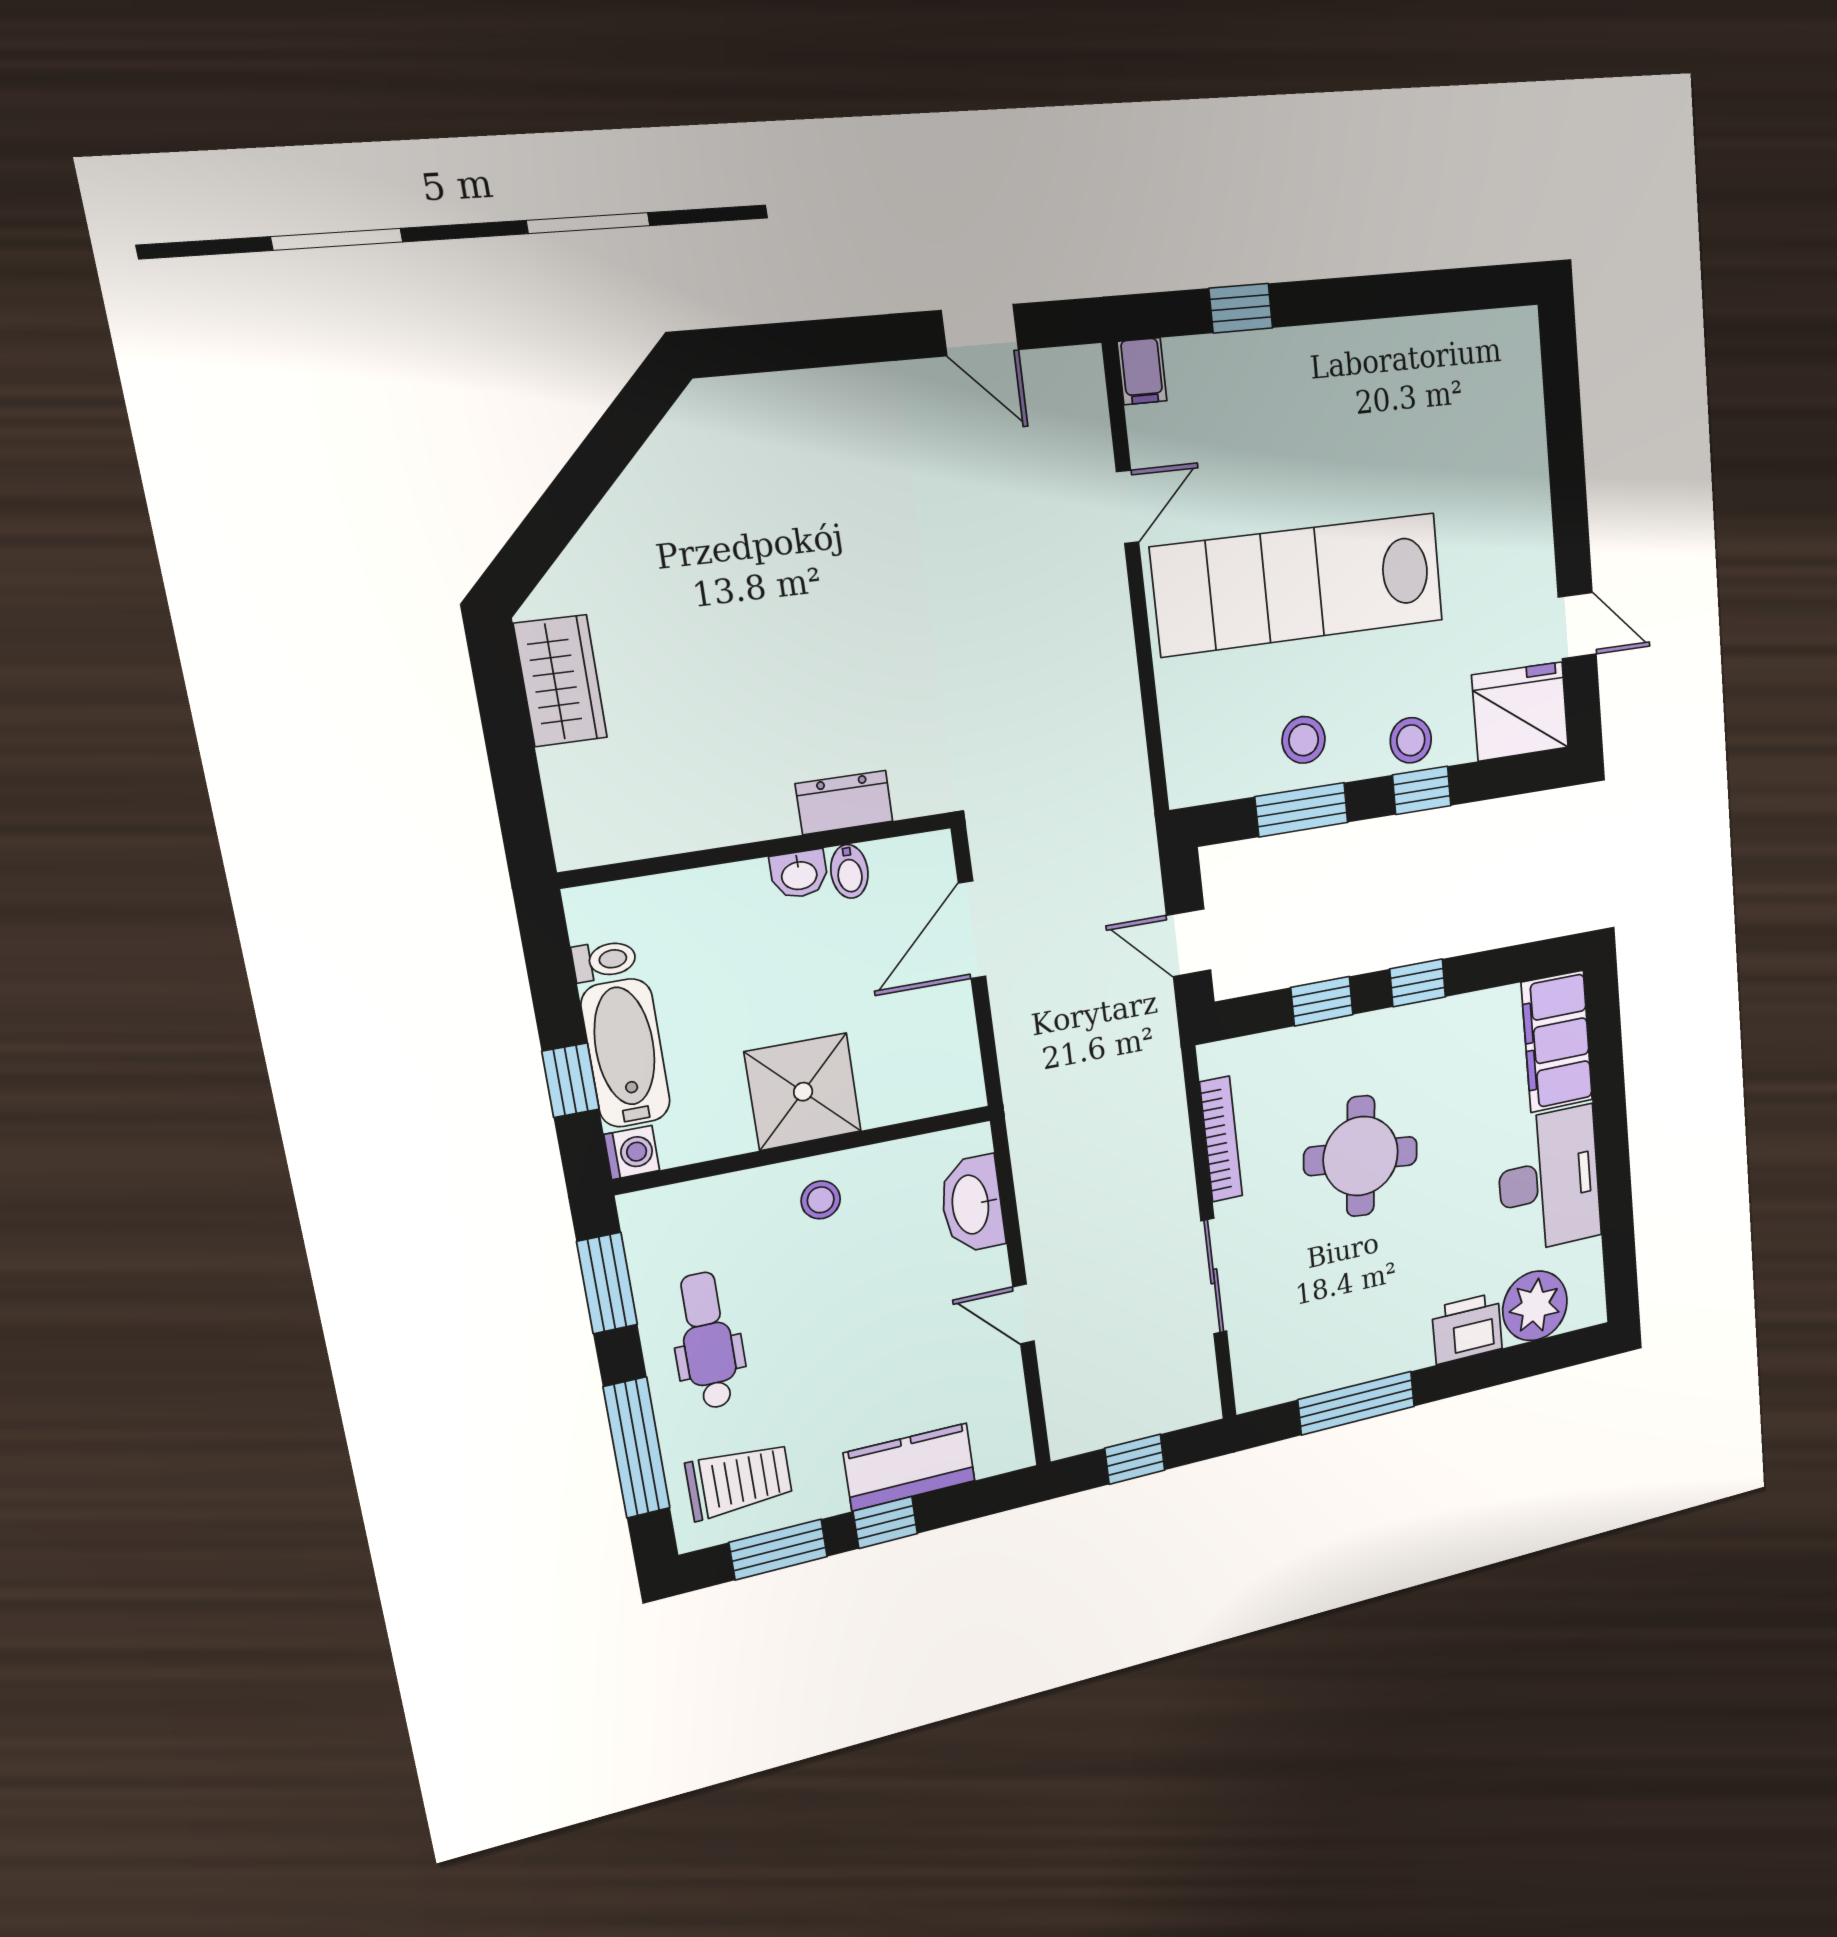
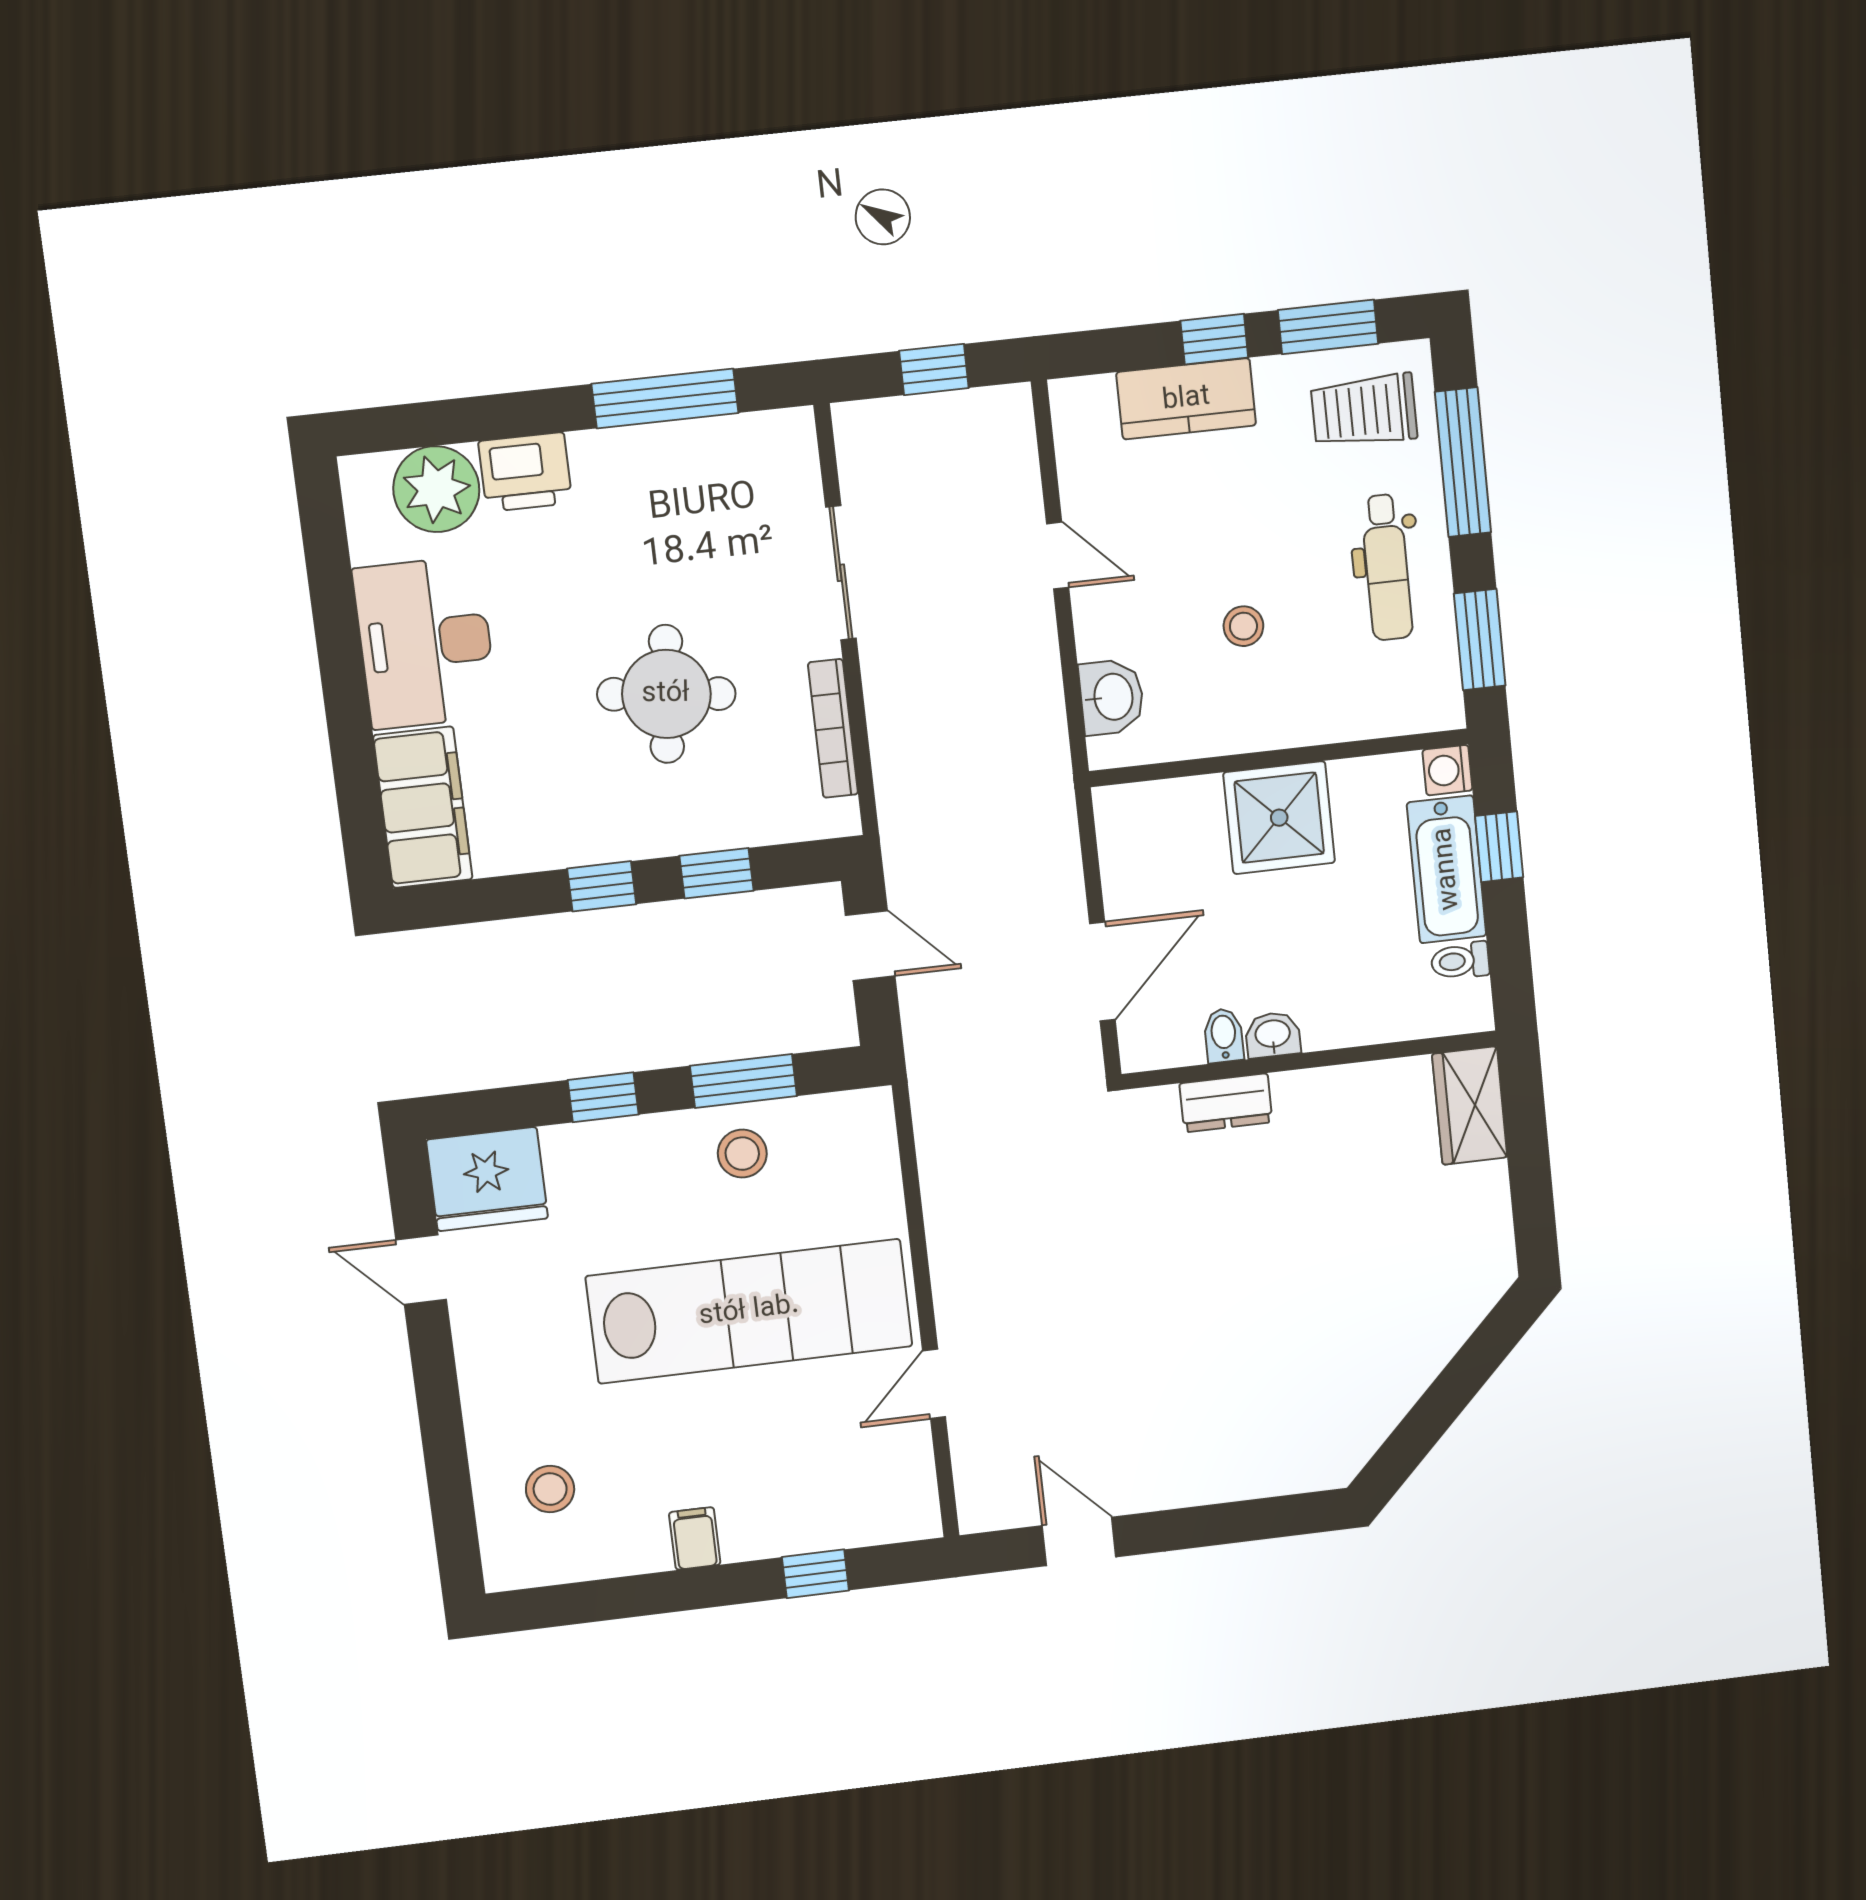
filing cabinet: (1142, 371) -> (695, 1538), moved
wardrobe: (561, 681) -> (1470, 1106), moved
stool: (1411, 740) -> (550, 1489), moved
stool: (821, 1200) -> (1243, 626), moved
washbasin: (972, 1204) -> (1112, 697), width x0.72

